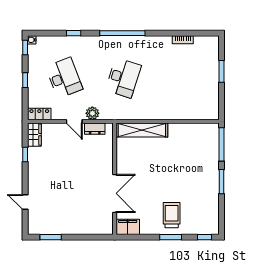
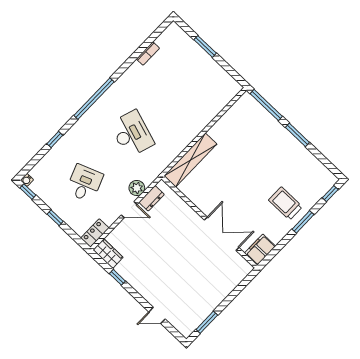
desk: (64, 78) -> (84, 183), width x0.73

